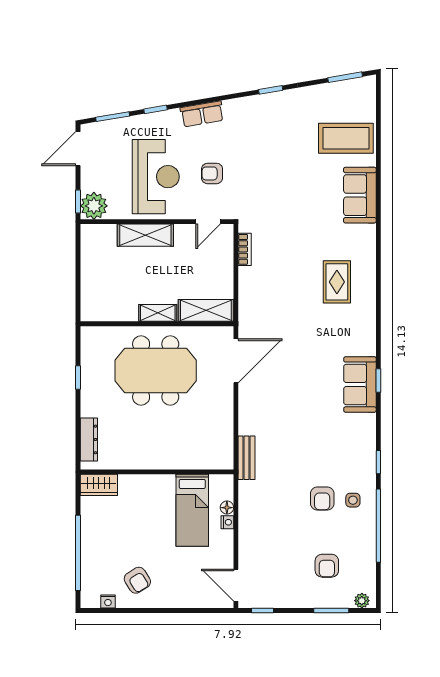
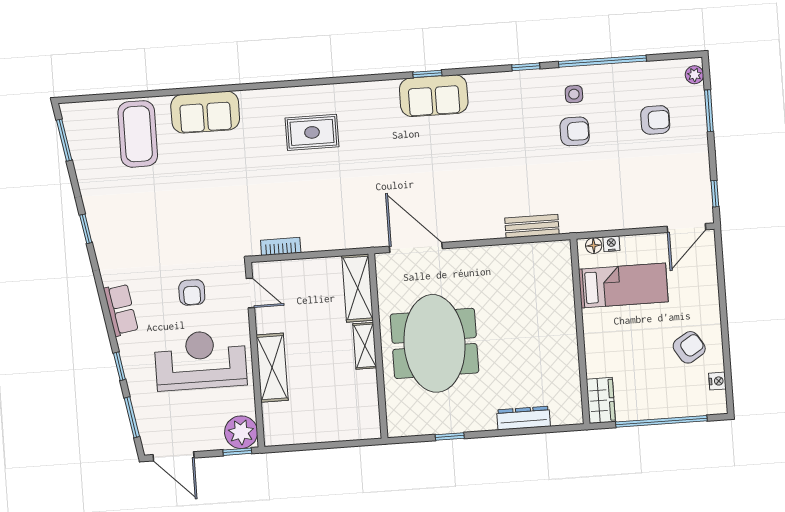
wall: (157, 472) -> (580, 331), moved
wardrobe: (99, 485) -> (601, 400), moved
bed: (192, 510) -> (623, 286), moved

